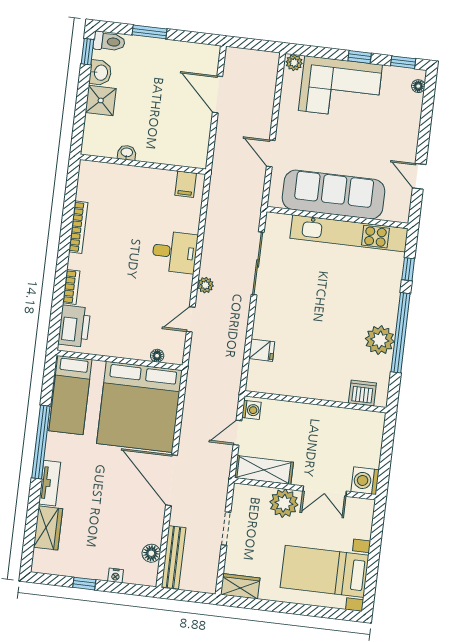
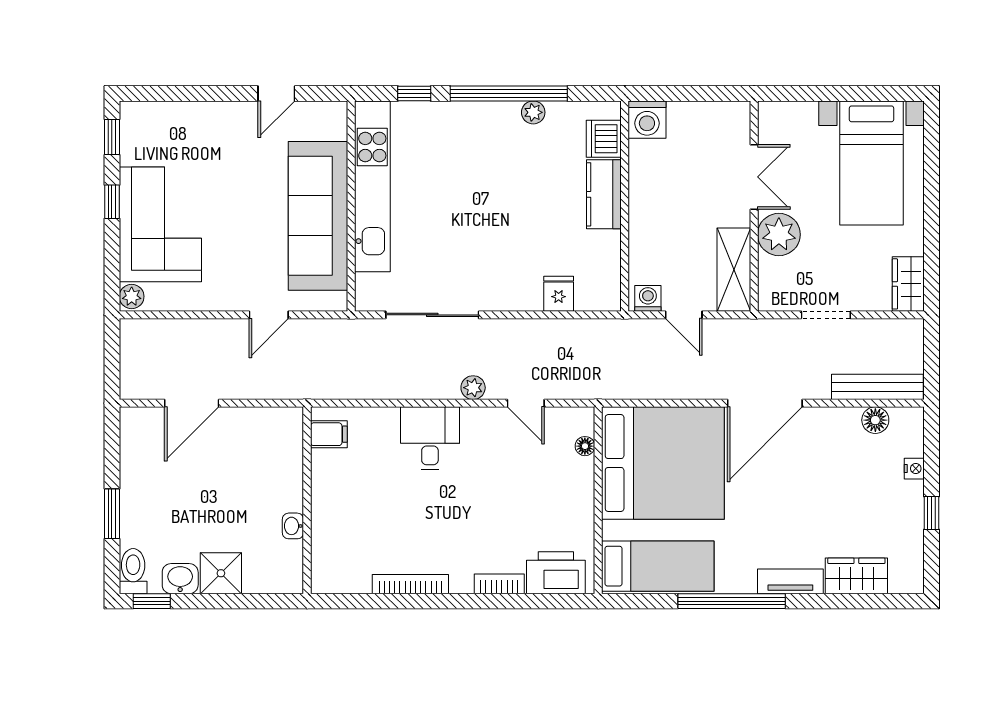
floor lamp: (418, 86) -> (144, 111), removed
plant: (380, 340) -> (533, 112), width x0.53, depth x0.53
kitchen counter: (325, 389) -> (604, 194), added
washing machine: (365, 481) -> (647, 120), moved

